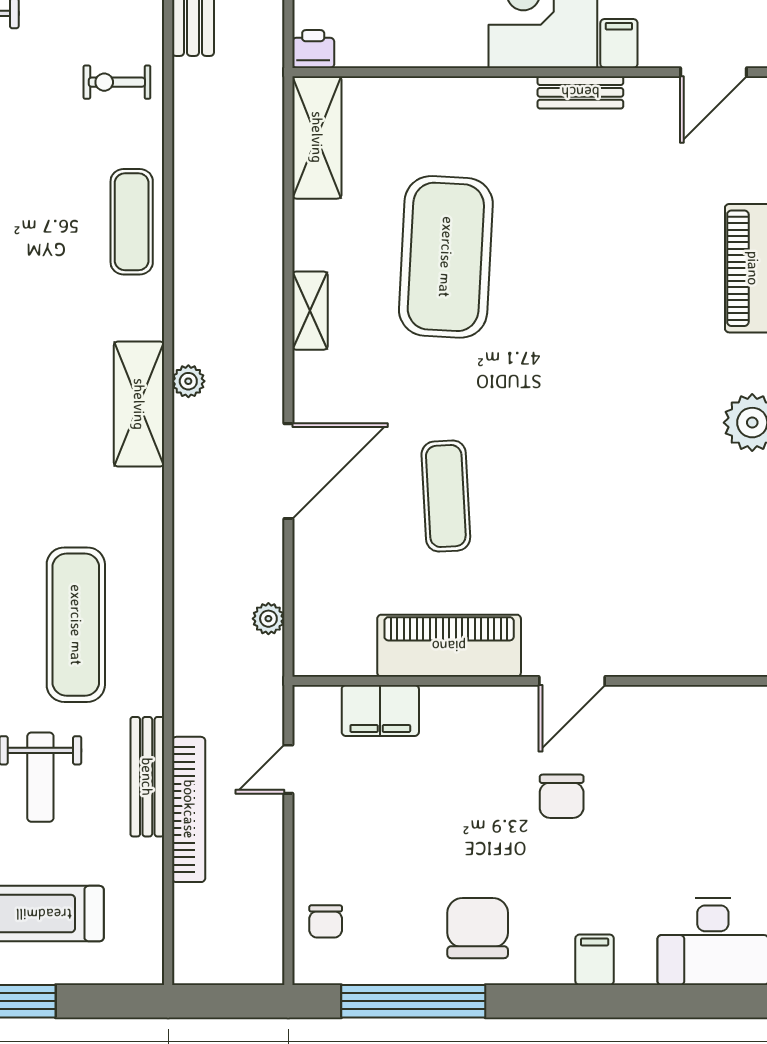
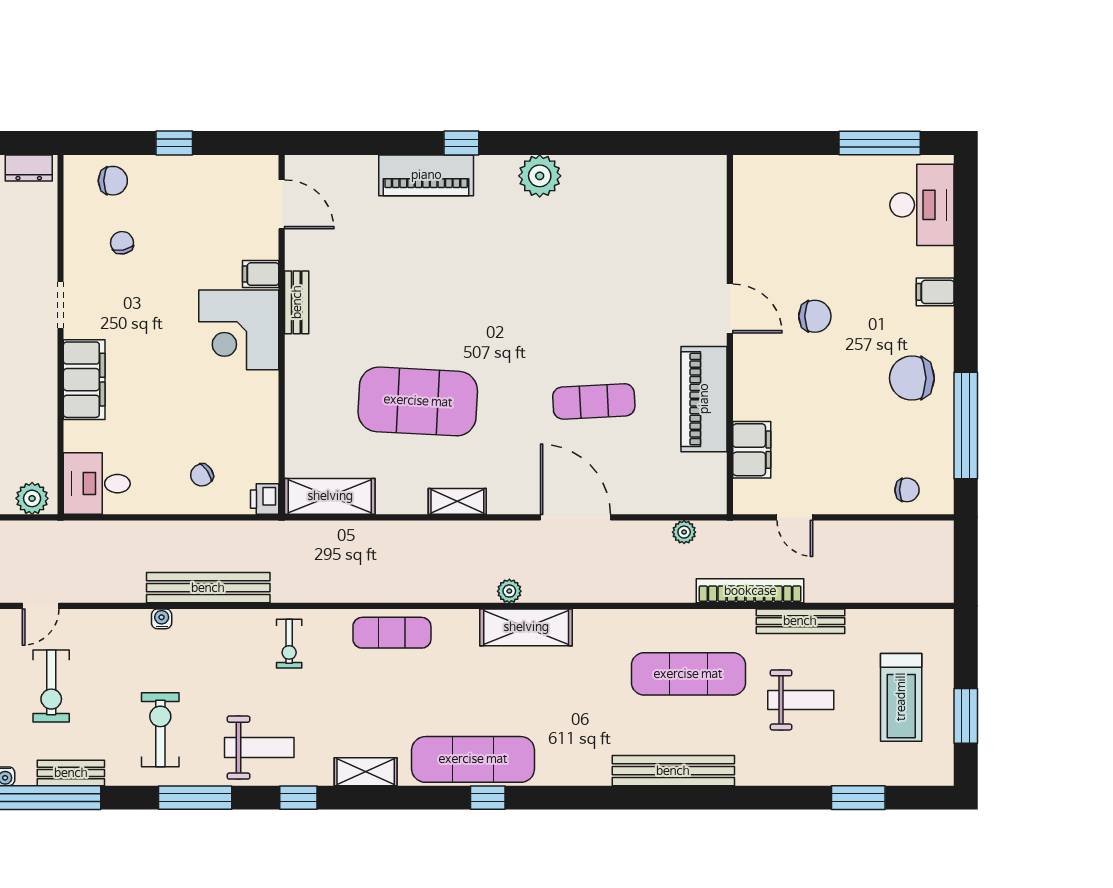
bookcase: (189, 809) -> (750, 591), moved

